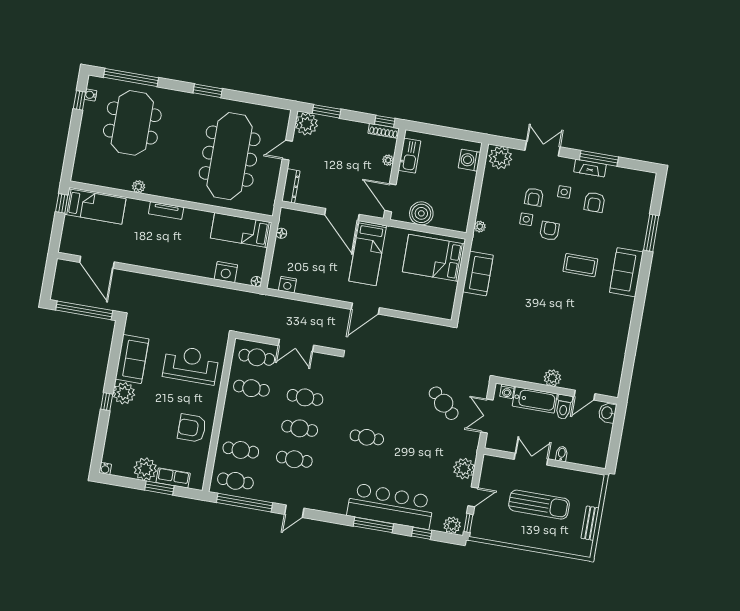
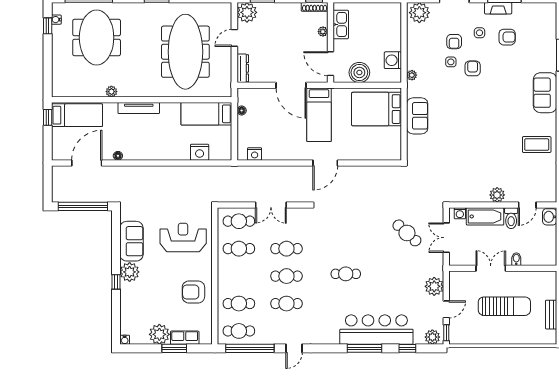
washing machine: (469, 160) -> (393, 60), moved
armchair: (594, 202) -> (507, 37), turned -90
tv unit: (166, 211) -> (139, 108), width x1.41
door: (97, 262) -> (87, 163), swing flipped
coffee table: (580, 265) -> (537, 145), moved
floor lamp: (256, 281) -> (118, 156), moved

